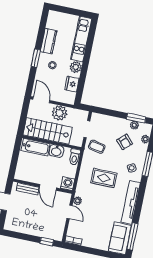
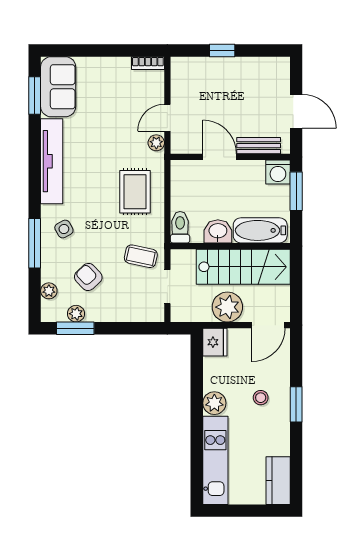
kitchen counter: (49, 41) -> (278, 481), moved
fridge: (72, 84) -> (215, 342), moved
door: (41, 100) -> (268, 325), hinge flipped
window: (14, 163) -> (296, 191), added
rug: (104, 178) -> (135, 192), moved, turned 90
washing machine: (68, 184) -> (278, 172), moved
door: (70, 212) -> (167, 118), hinge flipped
window: (132, 236) -> (35, 95), width x0.69
window: (47, 242) -> (222, 51), moved

